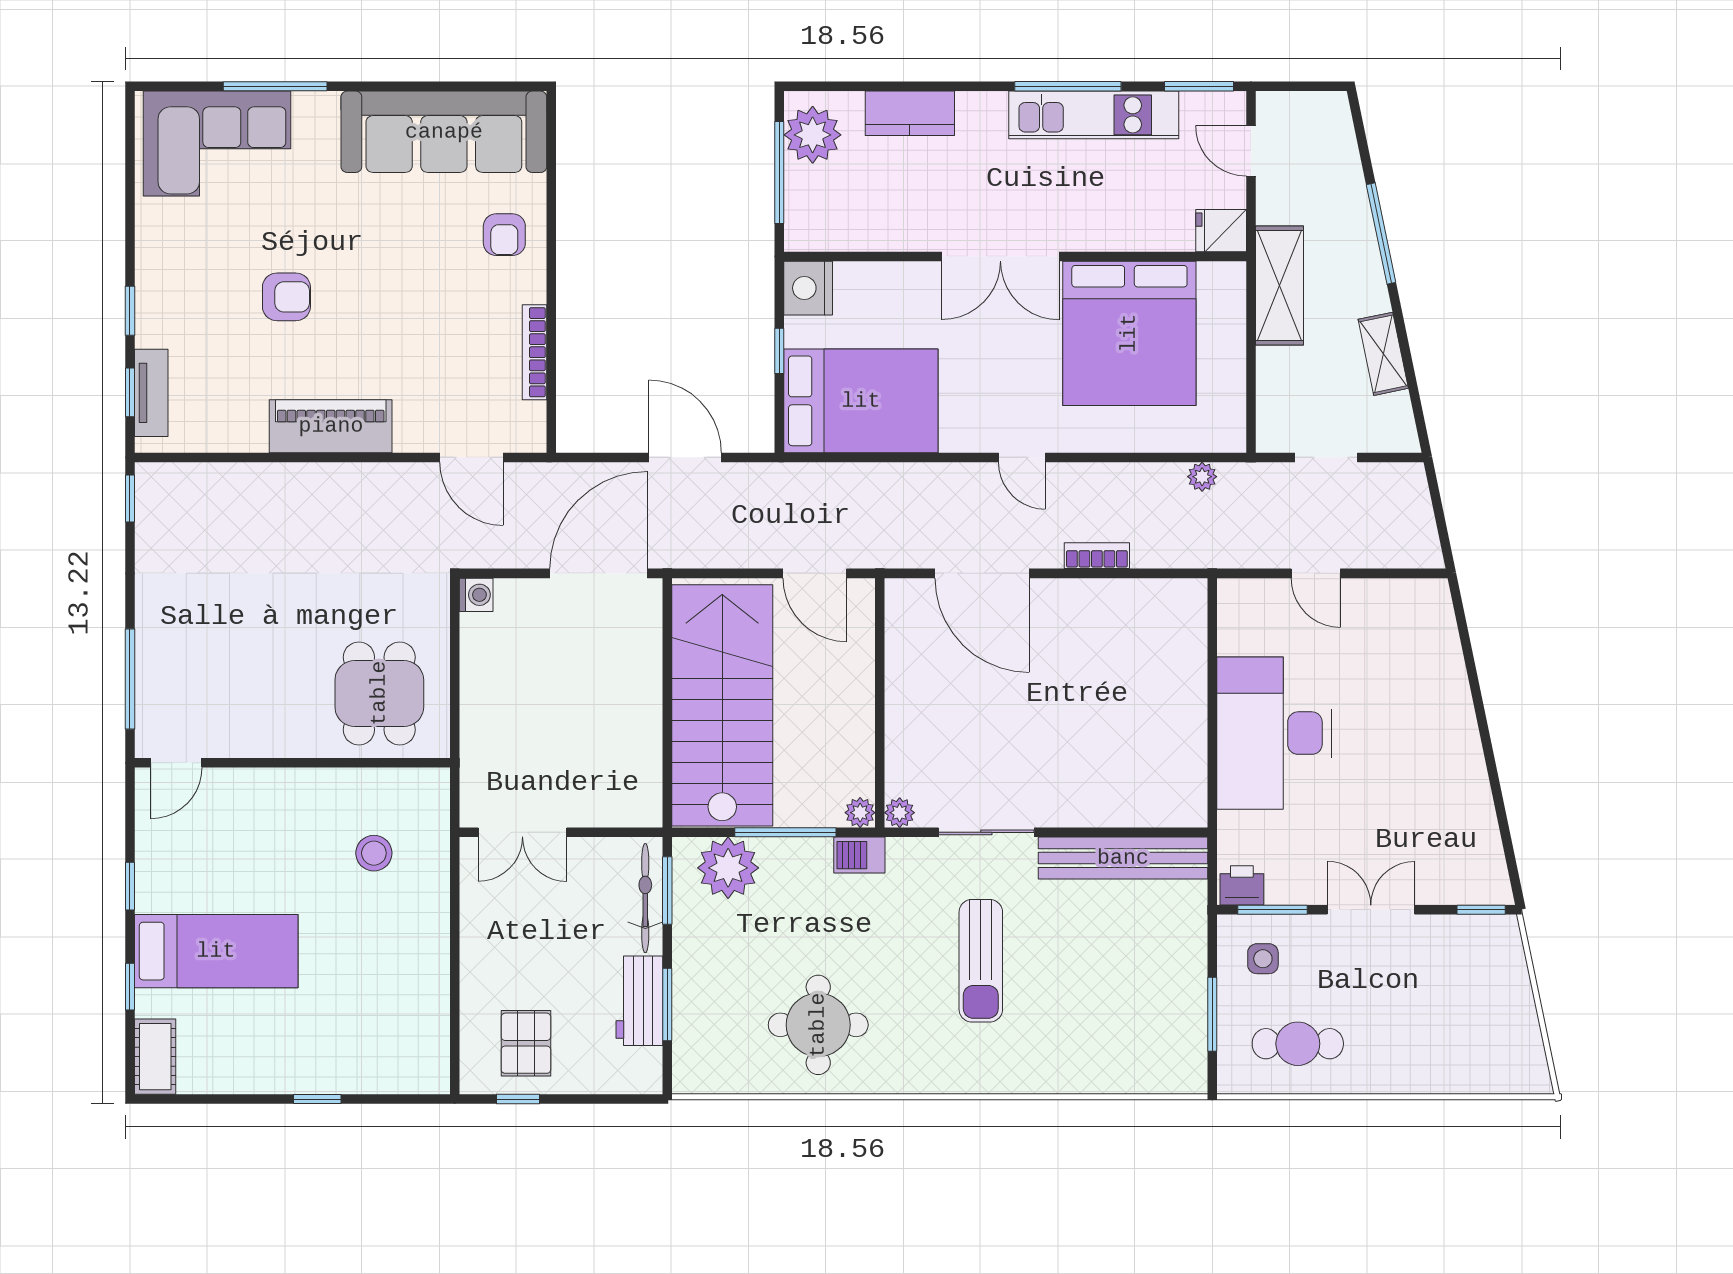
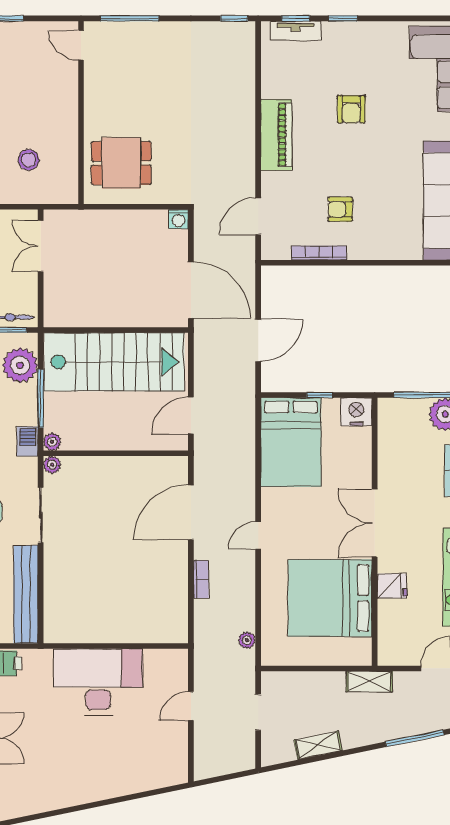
fridge: (1221, 231) -> (392, 586), moved, turned 90
window: (1381, 233) -> (415, 738), moved
armchair: (504, 235) -> (340, 209), moved
shelving: (1279, 286) -> (369, 682), width x0.67, depth x0.75

